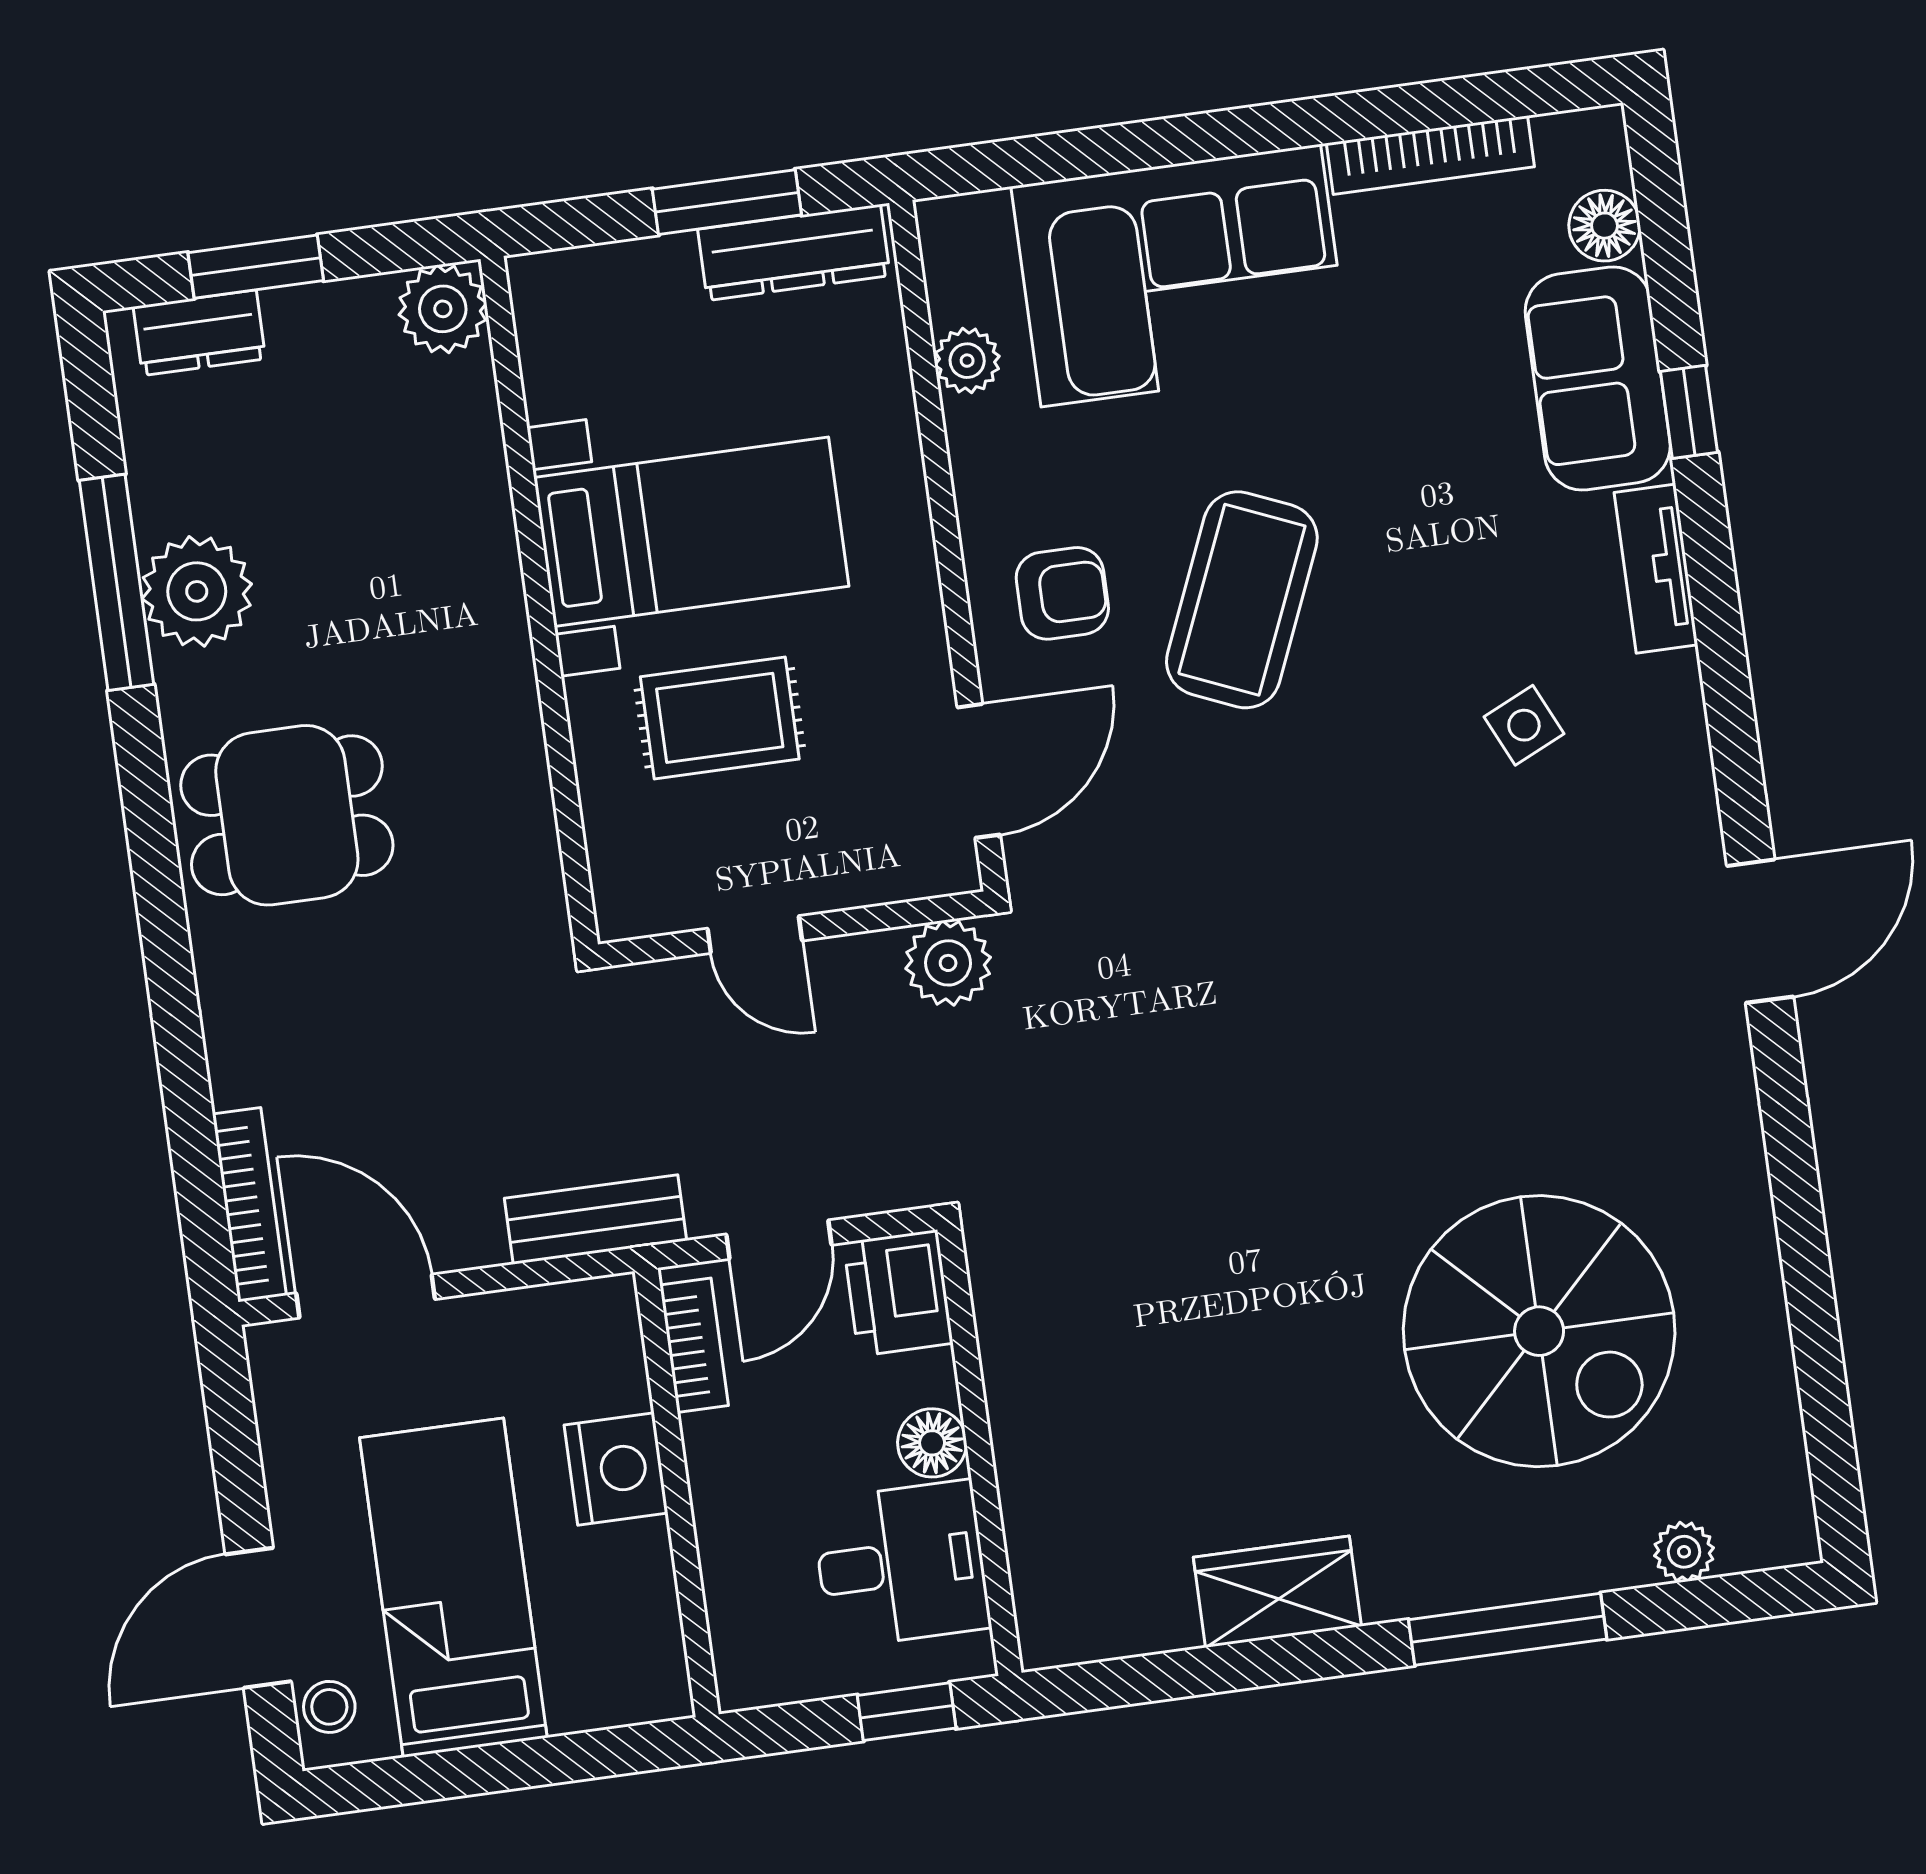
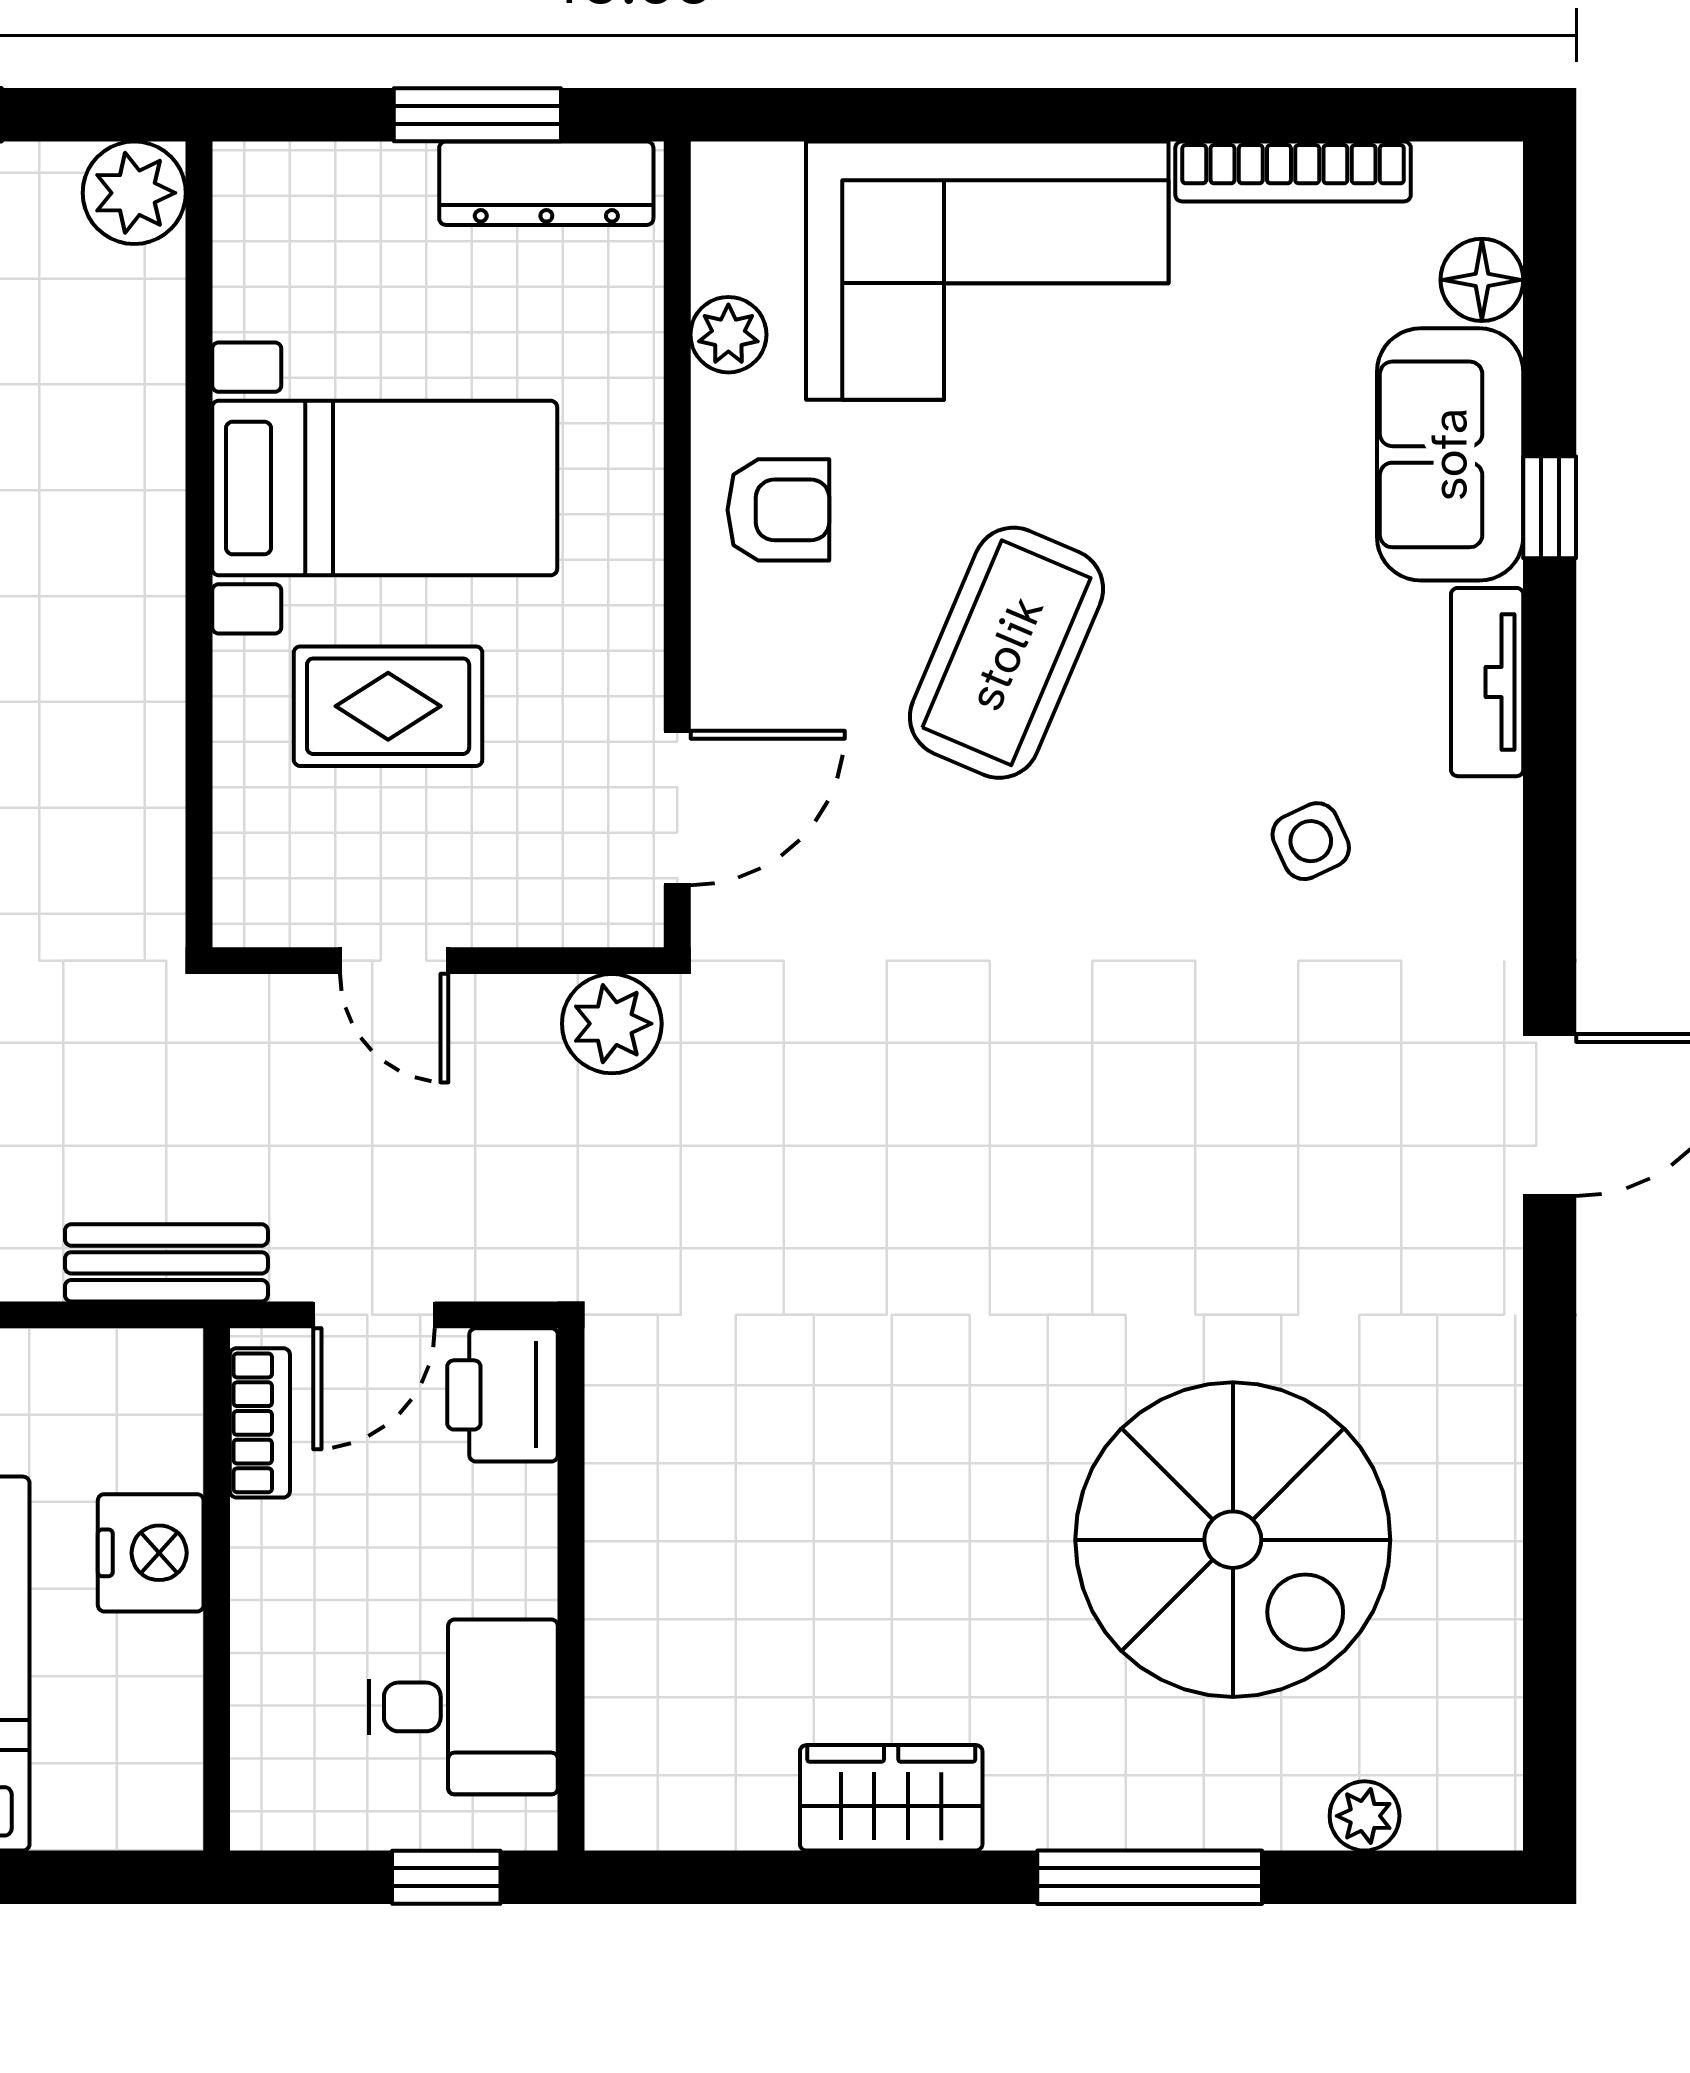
armchair: (1062, 593) -> (778, 510), moved
floor lamp: (932, 1443) -> (518, 1572), removed

